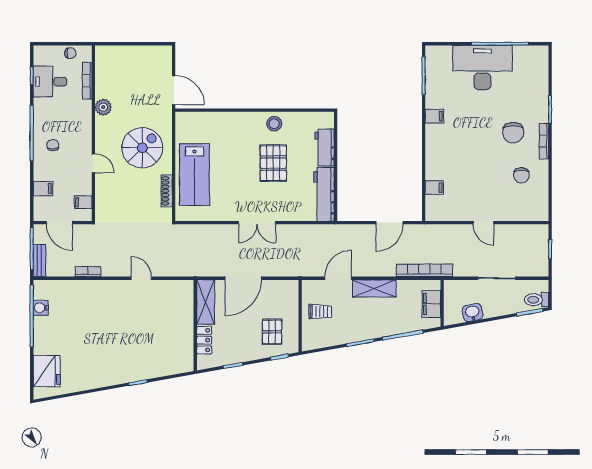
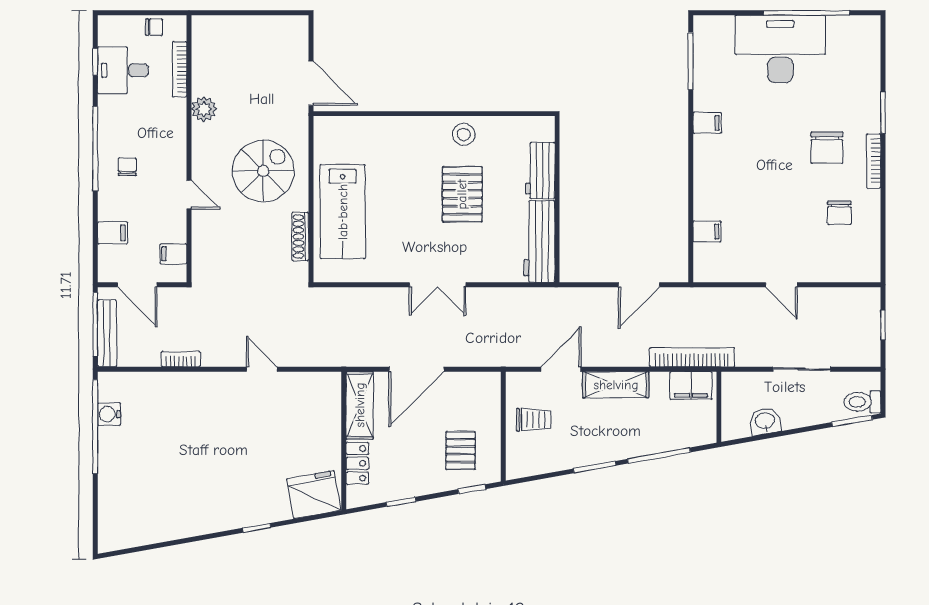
bench: (39, 261) -> (107, 333), width x1.36
filing cabinet: (431, 304) -> (691, 386), moved, turned -90
fridge: (47, 371) -> (314, 494), moved, turned -100

